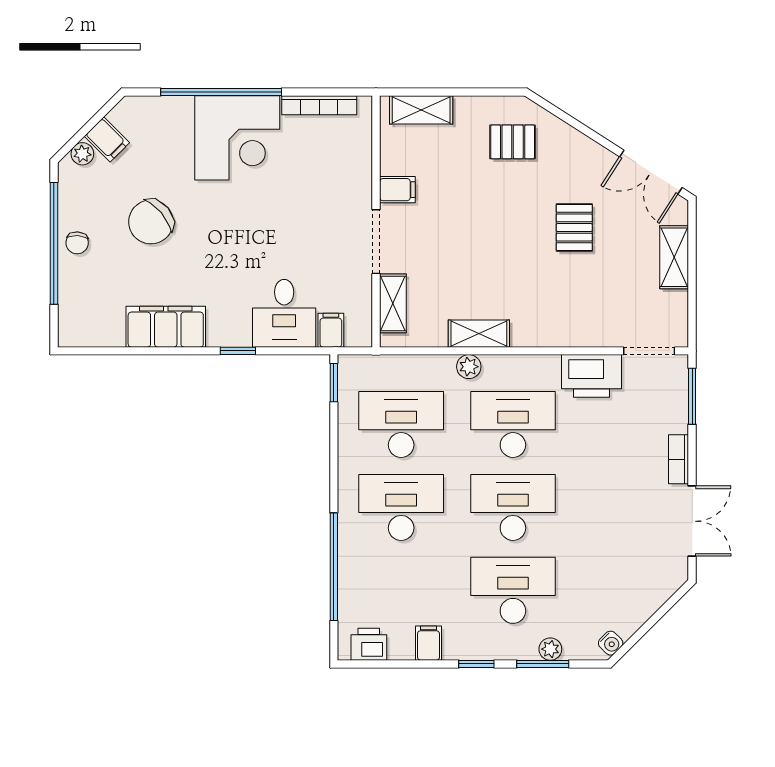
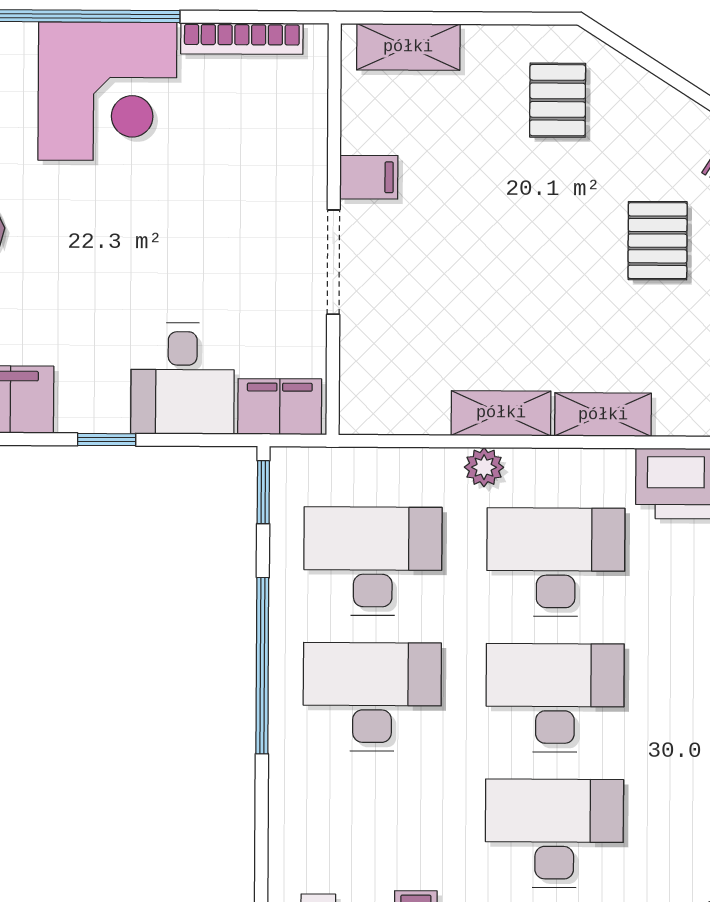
pallet: (513, 142) -> (558, 100), turned 90
shelving: (393, 303) -> (603, 415), moved, turned 90
filing cabinet: (331, 330) -> (280, 407), width x2.00
window: (334, 567) -> (262, 666), moved

